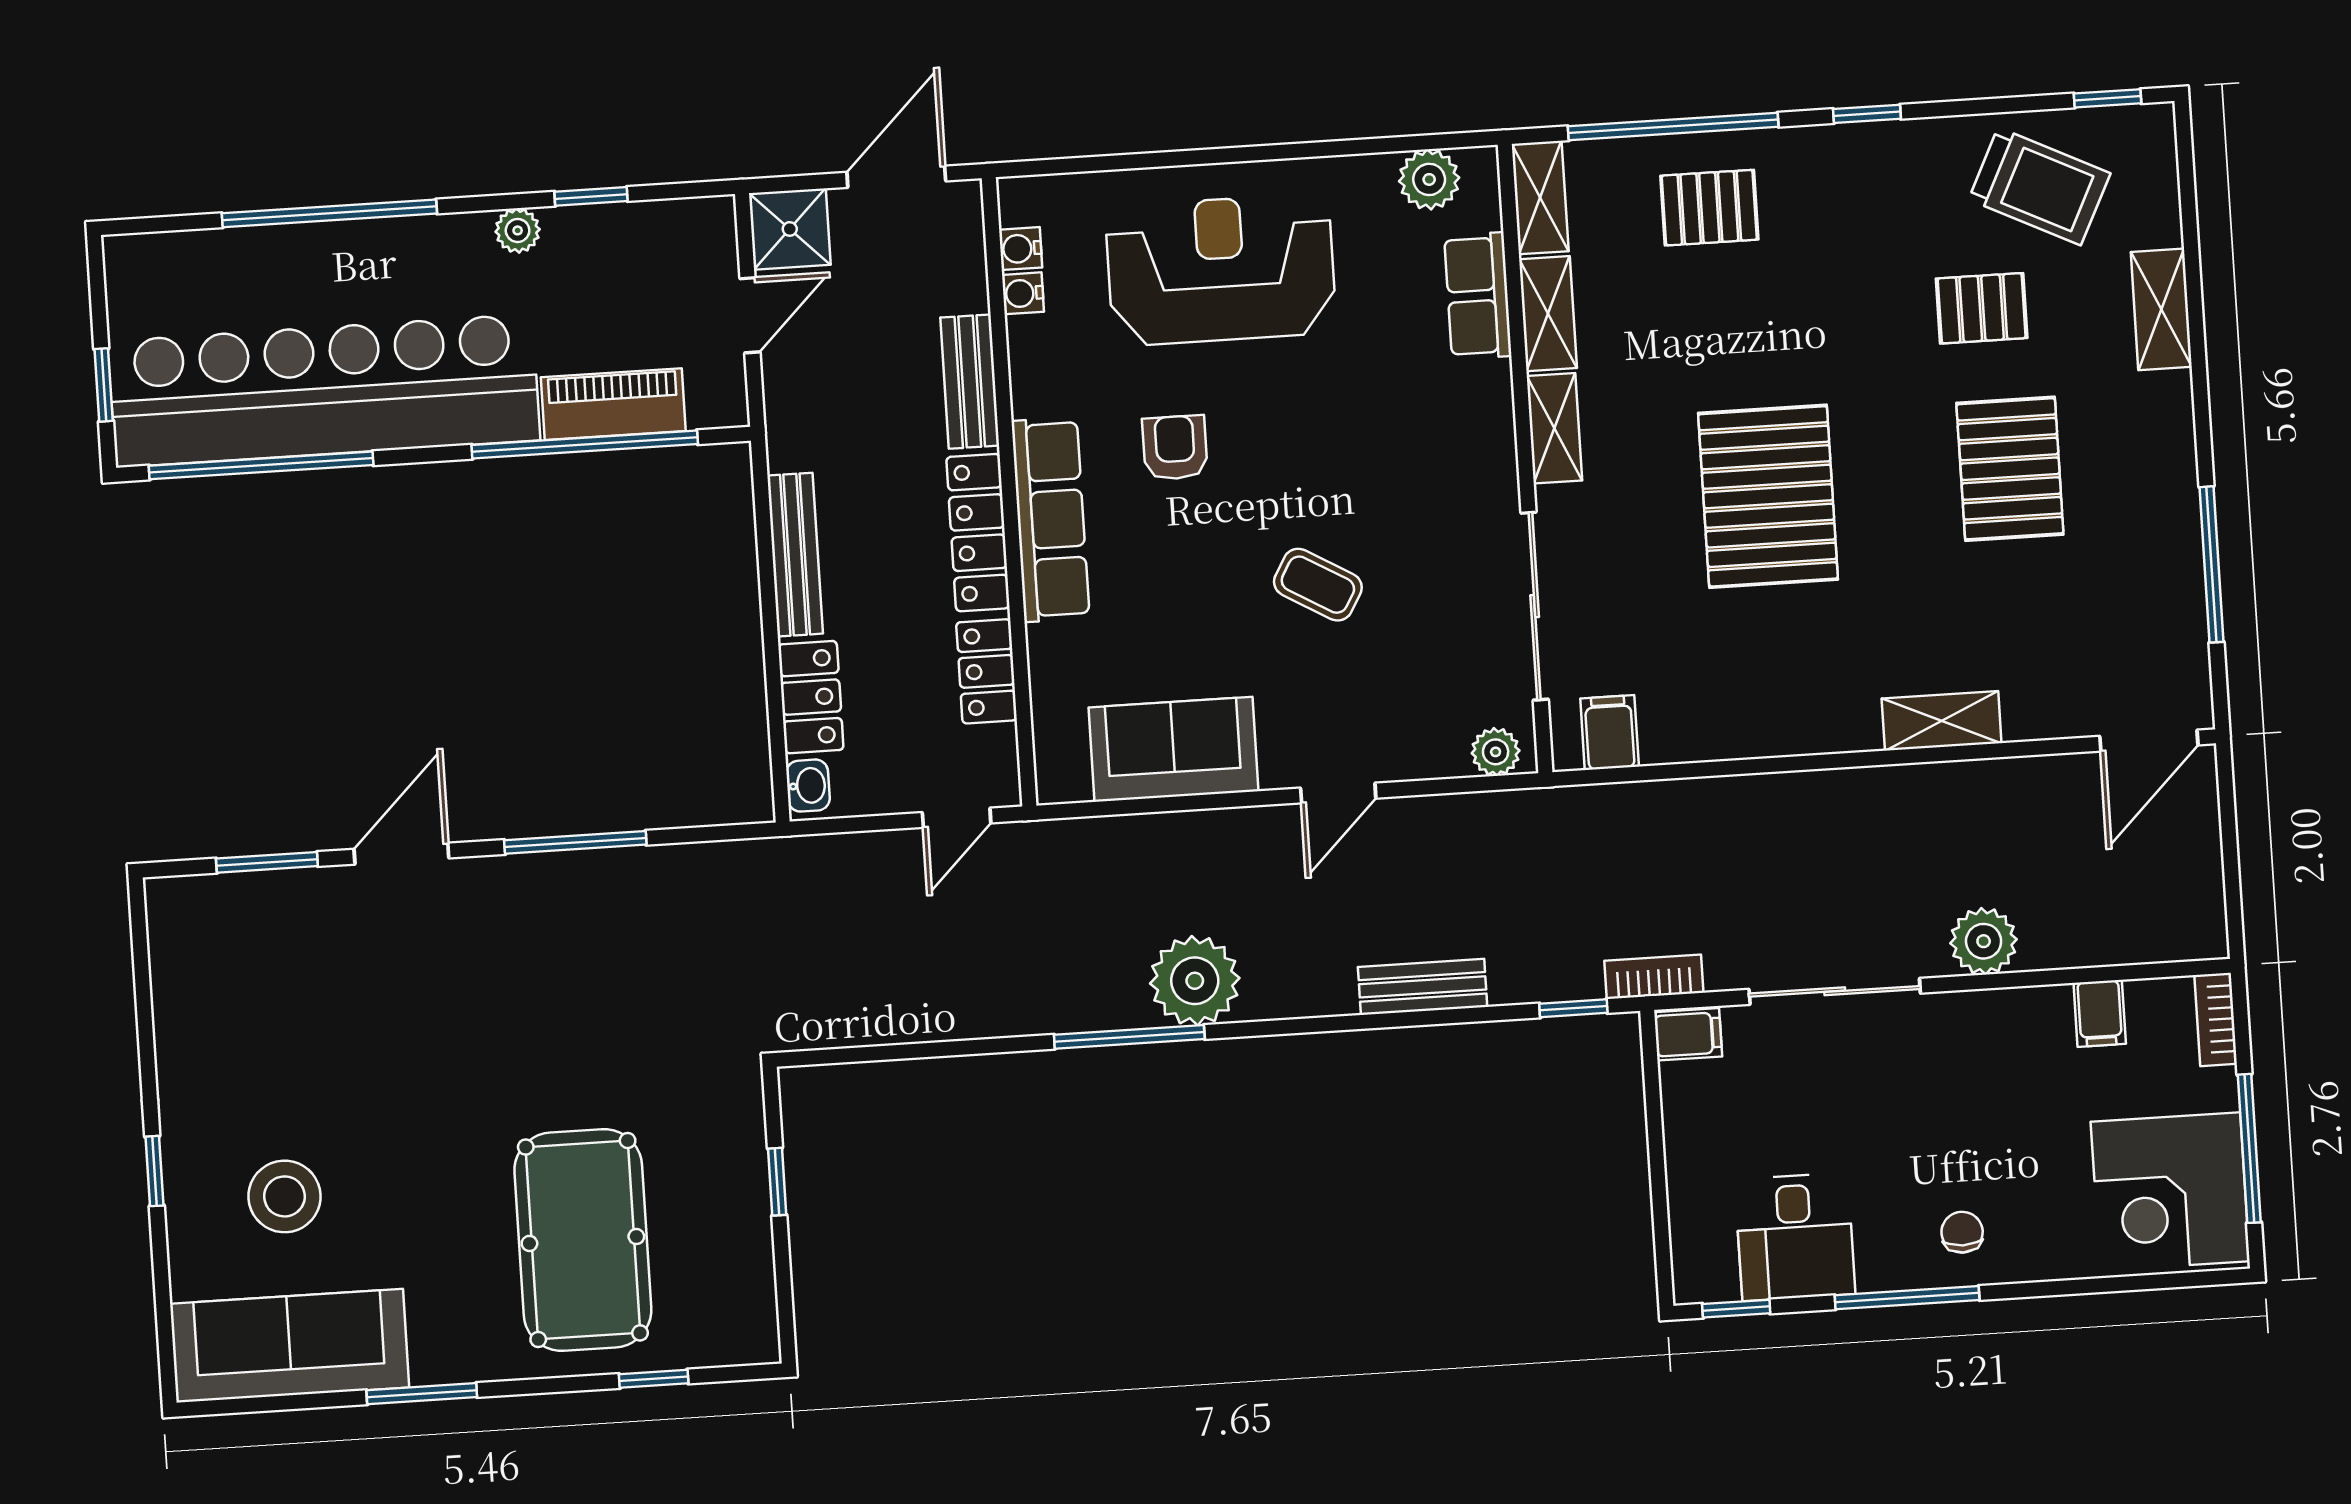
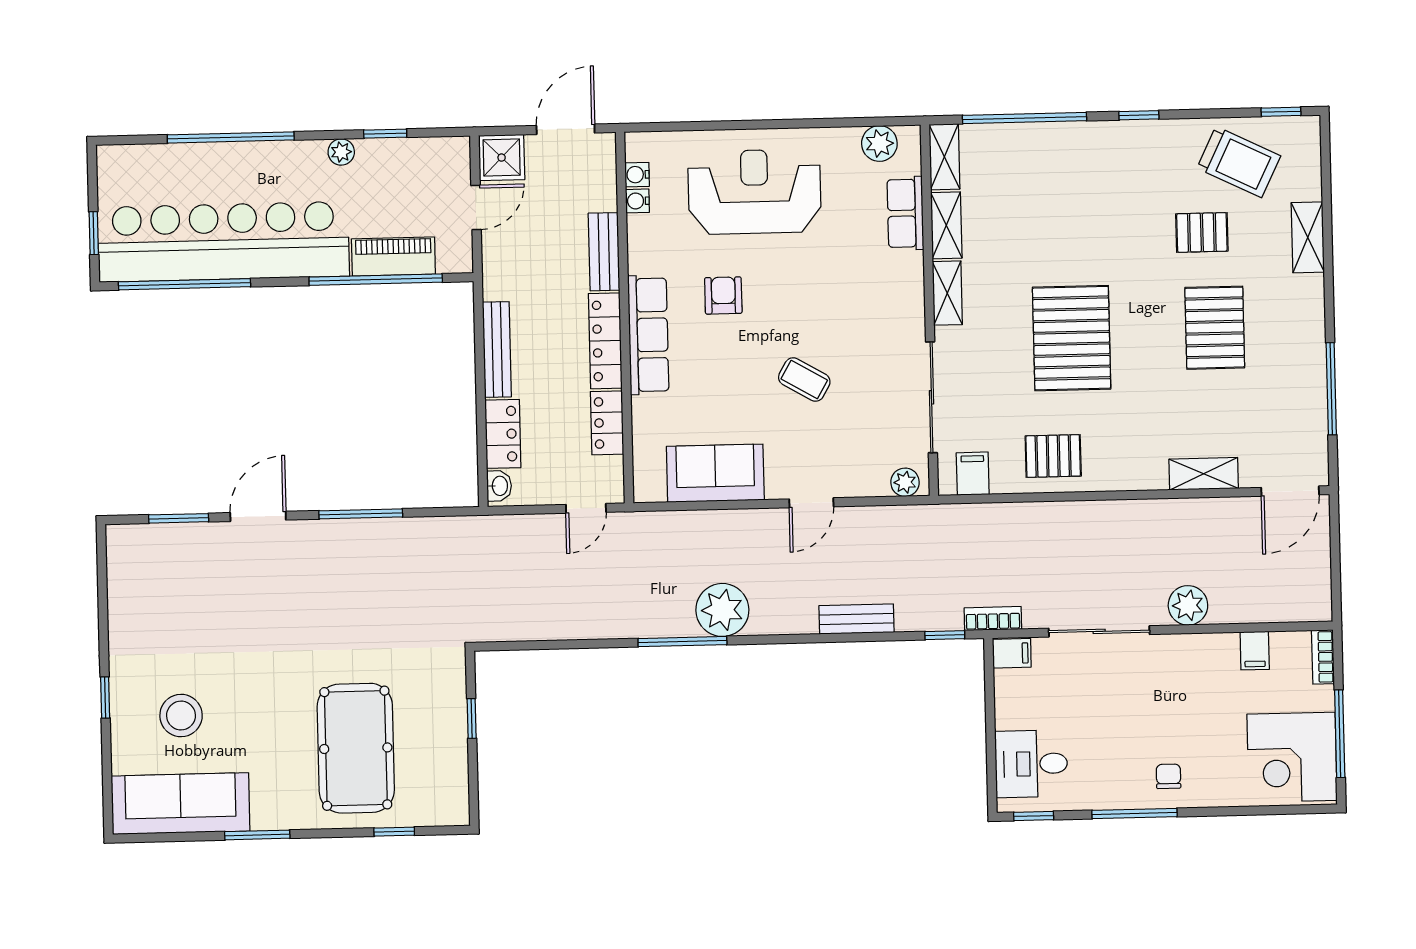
pallet: (1709, 208) -> (1053, 456), moved
shelving: (1942, 721) -> (1204, 474), moved
desk: (1795, 1237) -> (1031, 764), moved, turned 90

